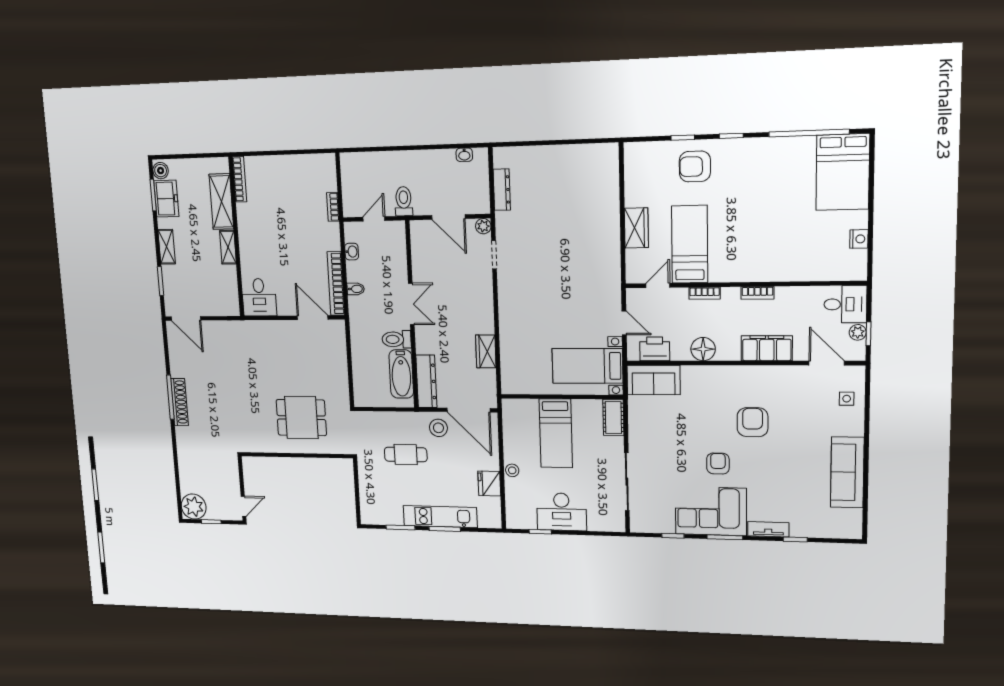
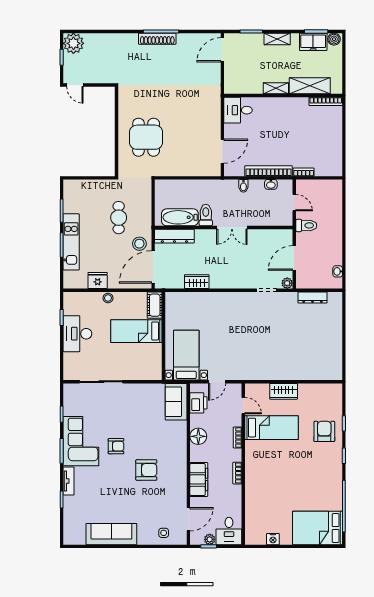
bookcase: (336, 284) -> (269, 171), moved
cot: (613, 417) -> (155, 305), moved, turned 90

